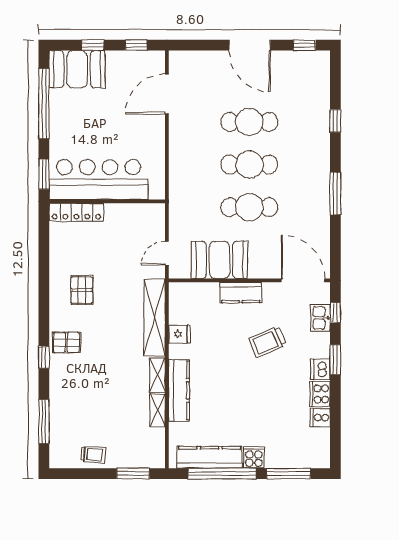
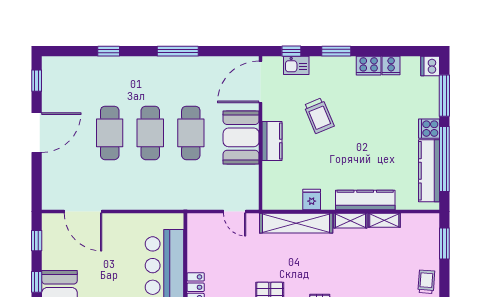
booth: (219, 260) -> (241, 137), moved
dishwasher: (320, 369) -> (430, 66), moved, turned 90

